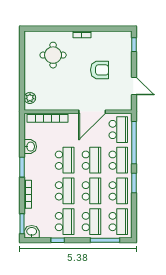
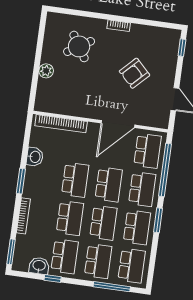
round table: (53, 55) -> (79, 46), turned -32
armchair: (100, 70) -> (134, 73), turned 135
plant: (30, 98) -> (46, 71), moved
washbasin: (32, 232) -> (39, 266), moved

